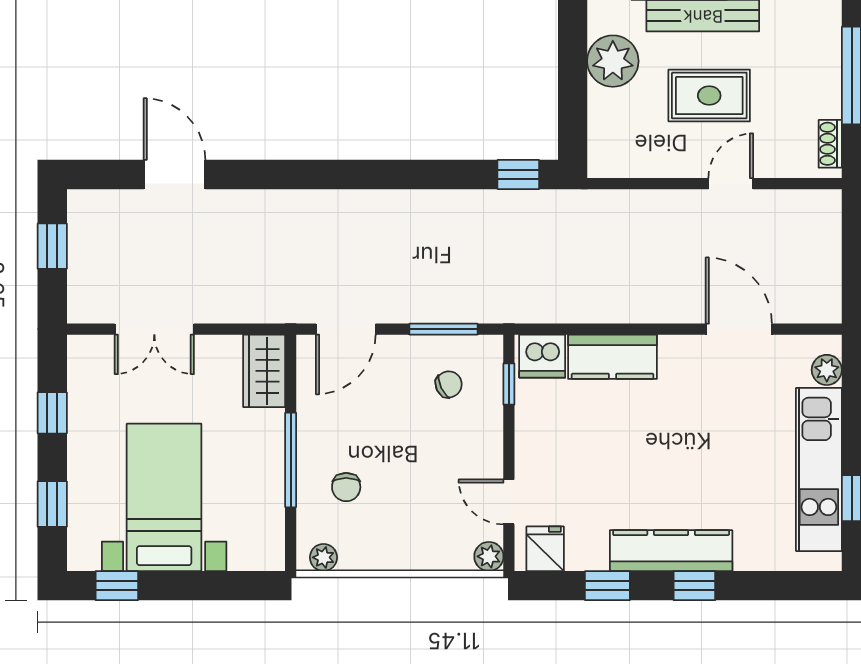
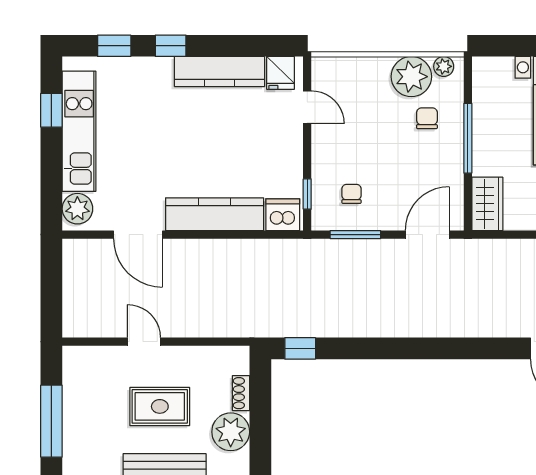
shoe rack: (830, 144) -> (241, 393), moved, turned 180
door: (731, 184) -> (144, 342), swing flipped
kitchen counter: (613, 357) -> (215, 214), width x1.50
plant: (827, 370) -> (77, 209), width x1.38, depth x1.38
chair: (449, 384) -> (352, 194), turned 115
kitchen counter: (671, 551) -> (220, 71), moved
plant: (489, 556) -> (411, 77), moved, width x1.88, depth x1.88
window: (607, 586) -> (114, 46), moved

